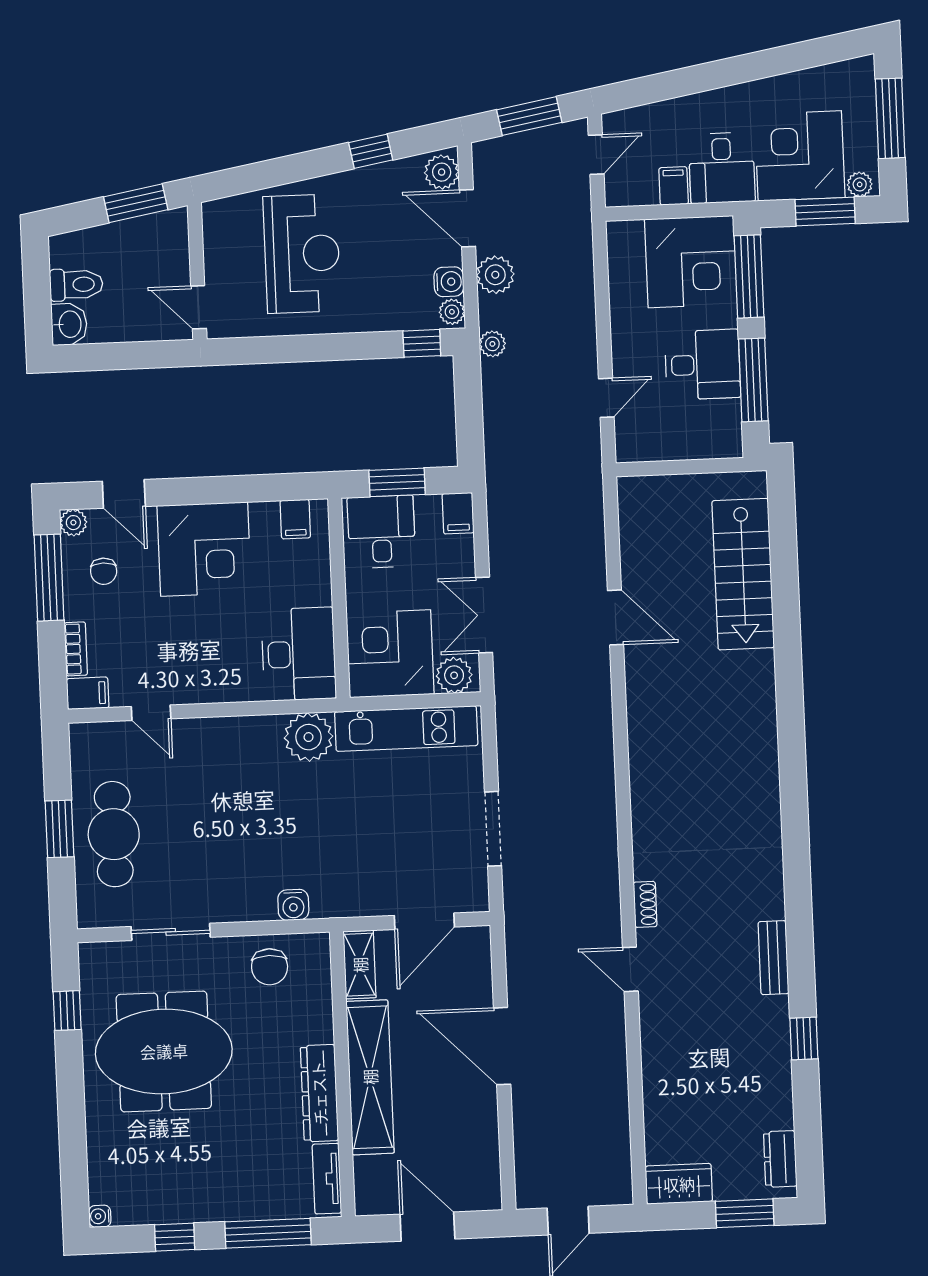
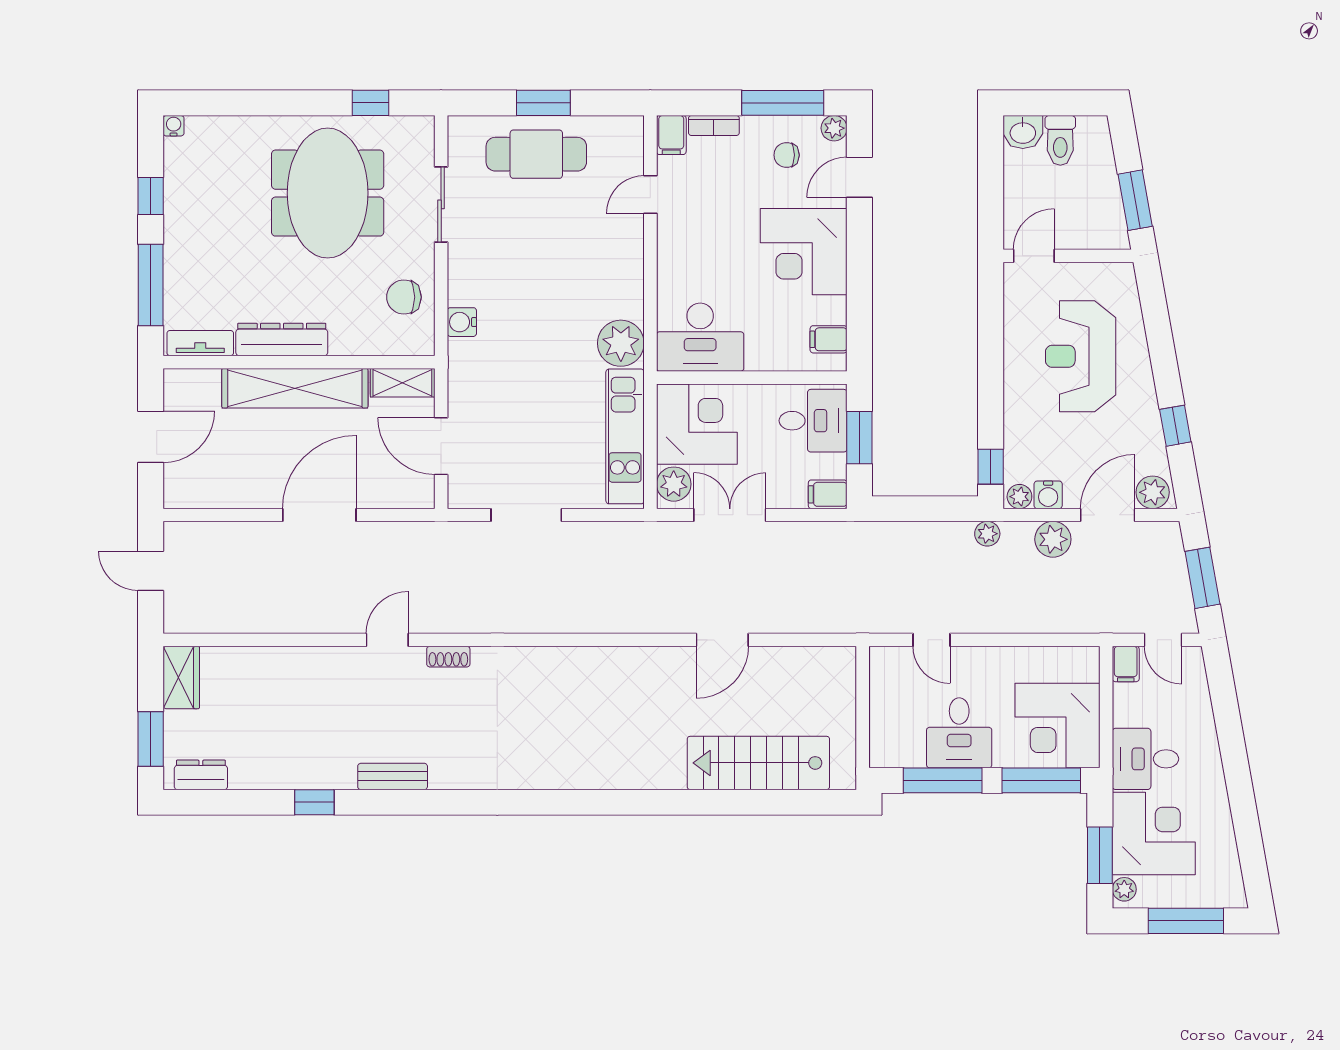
filing cabinet: (674, 186) -> (1126, 664), moved, turned 90
reception desk: (302, 254) -> (1081, 356), turned 90

